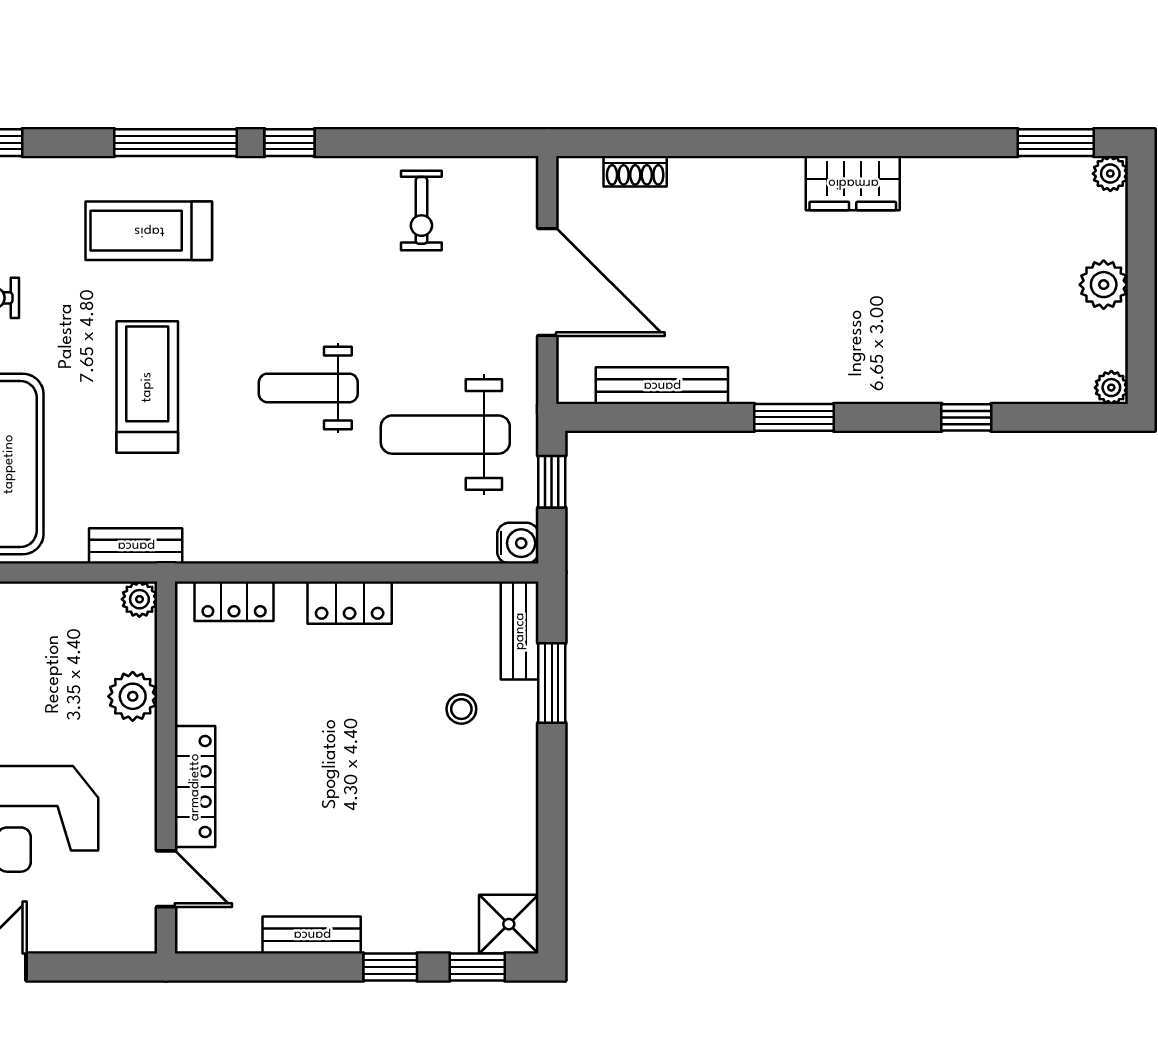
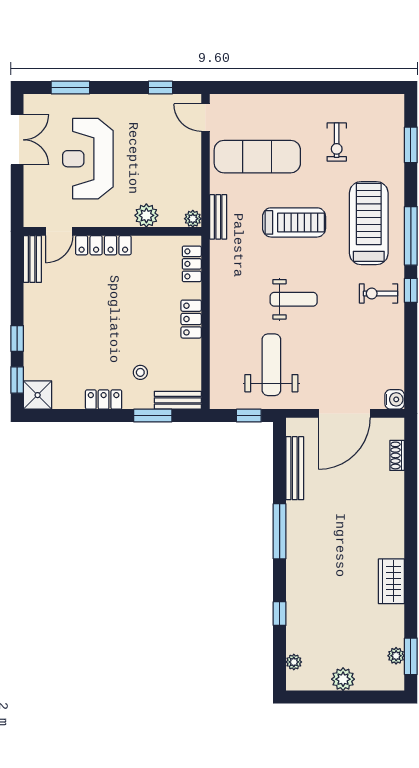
plant: (1110, 174) -> (396, 656), moved
wardrobe: (853, 183) -> (391, 581), moved
exercise bike: (421, 210) -> (379, 293), moved
treadmill: (149, 231) -> (369, 223), width x1.37, depth x1.38
weight bench: (308, 388) -> (294, 299), turned 90
plant: (1111, 388) -> (294, 662), moved
window: (794, 417) -> (280, 531), width x1.44
water cooler: (518, 543) -> (395, 399), moved, turned -90
locker: (518, 786) -> (104, 400), added
bench: (312, 935) -> (32, 259), moved

